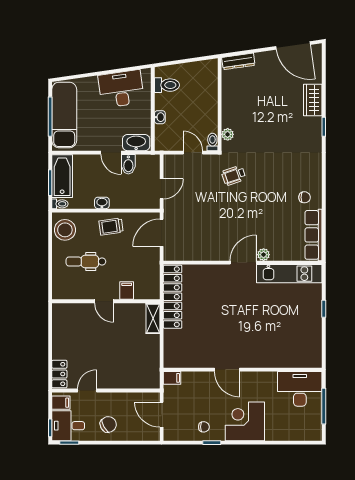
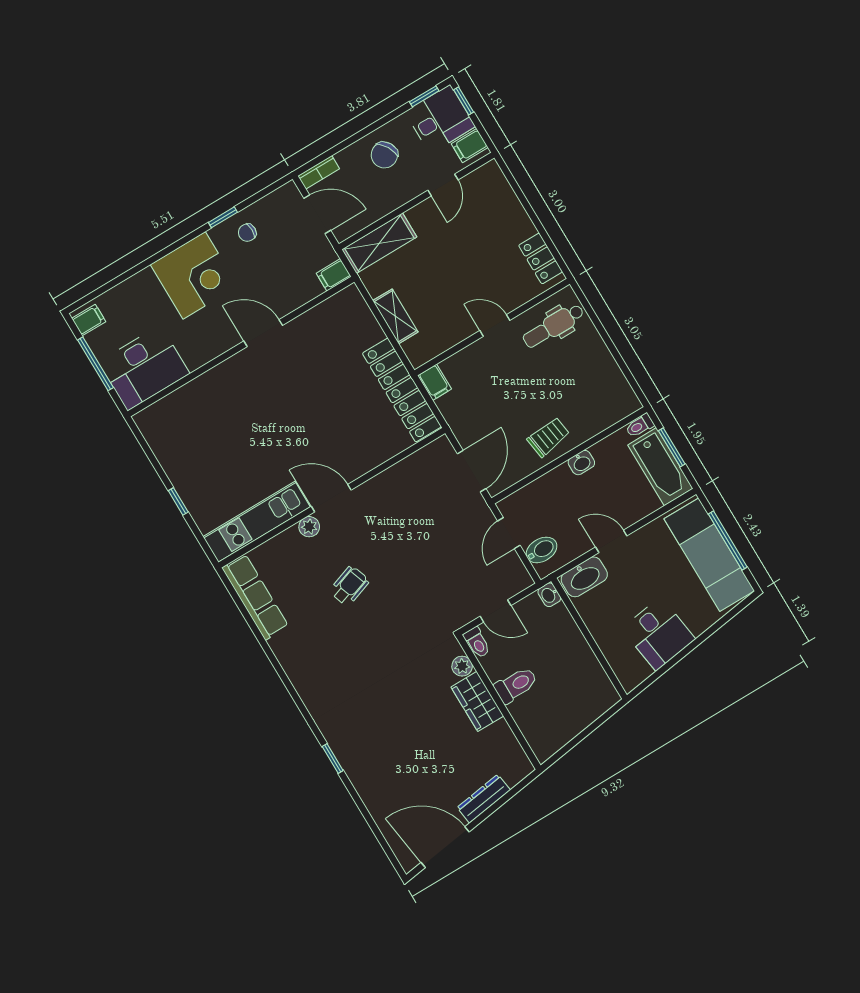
dresser: (238, 61) -> (484, 799), moved
toilet: (167, 85) -> (516, 685), moved, turned 180
desk: (121, 89) -> (658, 634), width x0.73
wardrobe: (313, 100) -> (477, 701), moved, turned 180
washbasin: (160, 117) -> (549, 595), moved
bidet: (128, 164) -> (542, 550), moved, turned 90
wheelchair: (234, 175) -> (349, 586), moved
chair: (305, 197) -> (300, 642), removed
stool: (65, 230) -> (611, 393), removed
dental chair: (86, 261) -> (553, 326), moved, turned 180
door: (243, 263) -> (331, 498), swing flipped
filing cabinet: (127, 291) -> (435, 382), moved
shelving: (153, 318) -> (395, 316), moved
locker: (59, 374) -> (541, 259), moved
shelving: (138, 380) -> (379, 243), added
filing cabinet: (314, 431) -> (89, 320), added
bookcase: (148, 436) -> (319, 172), added

